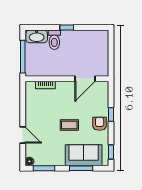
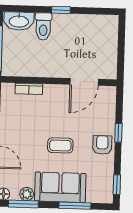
sofa: (84, 155) -> (60, 187), moved
plant: (46, 161) -> (27, 194), added

